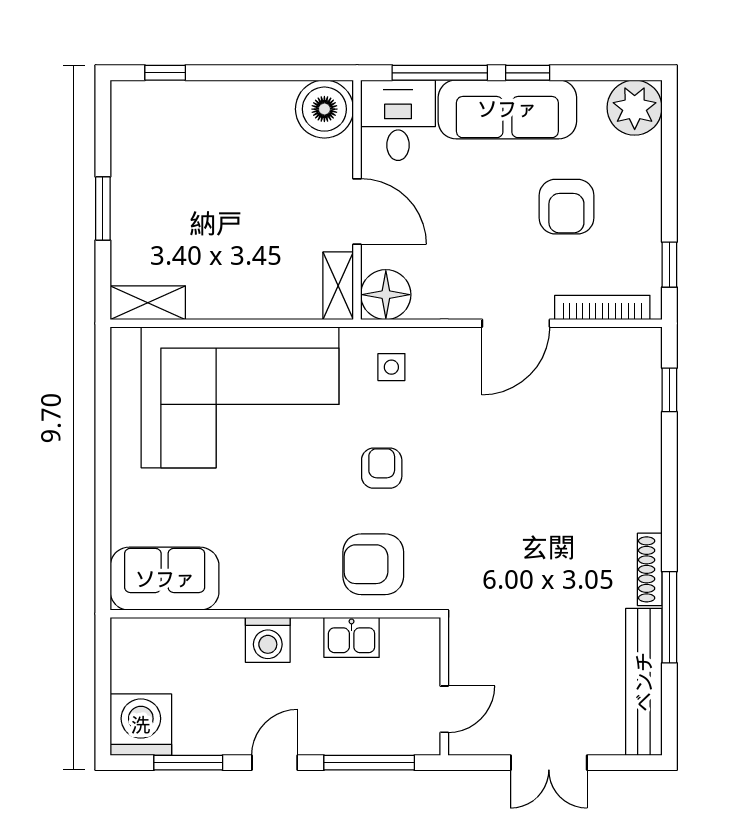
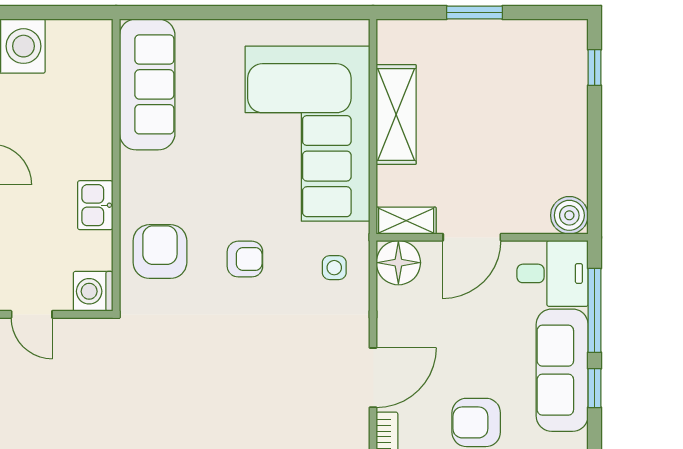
boiler: (324, 109) -> (569, 215), width x0.73, depth x0.73
shelving: (148, 303) -> (396, 115), moved, width x1.50, depth x1.33
door: (516, 323) -> (373, 378), swing flipped
sofa: (165, 579) -> (147, 84), width x1.36
kitchen sink: (352, 637) -> (95, 205), moved
washing machine: (268, 640) -> (93, 291), moved

